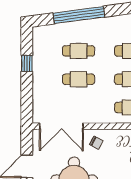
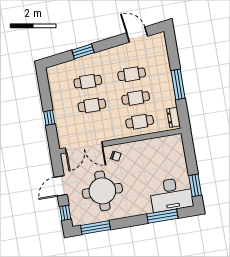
window: (79, 15) -> (83, 51), width x0.47
window: (27, 63) -> (49, 118), moved

